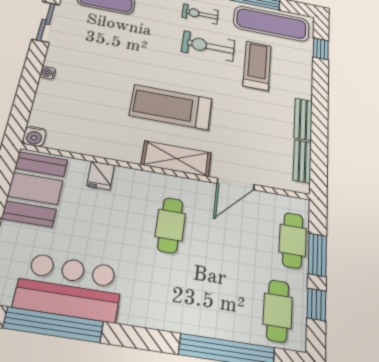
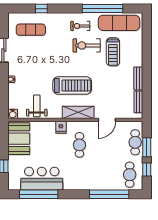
window: (321, 49) -> (147, 33), removed
treadmill: (257, 66) -> (113, 52), turned 180
treadmill: (171, 107) -> (72, 86), turned 180
weight bench: (90, 131) -> (37, 106), added
fridge: (101, 175) -> (61, 127), moved

